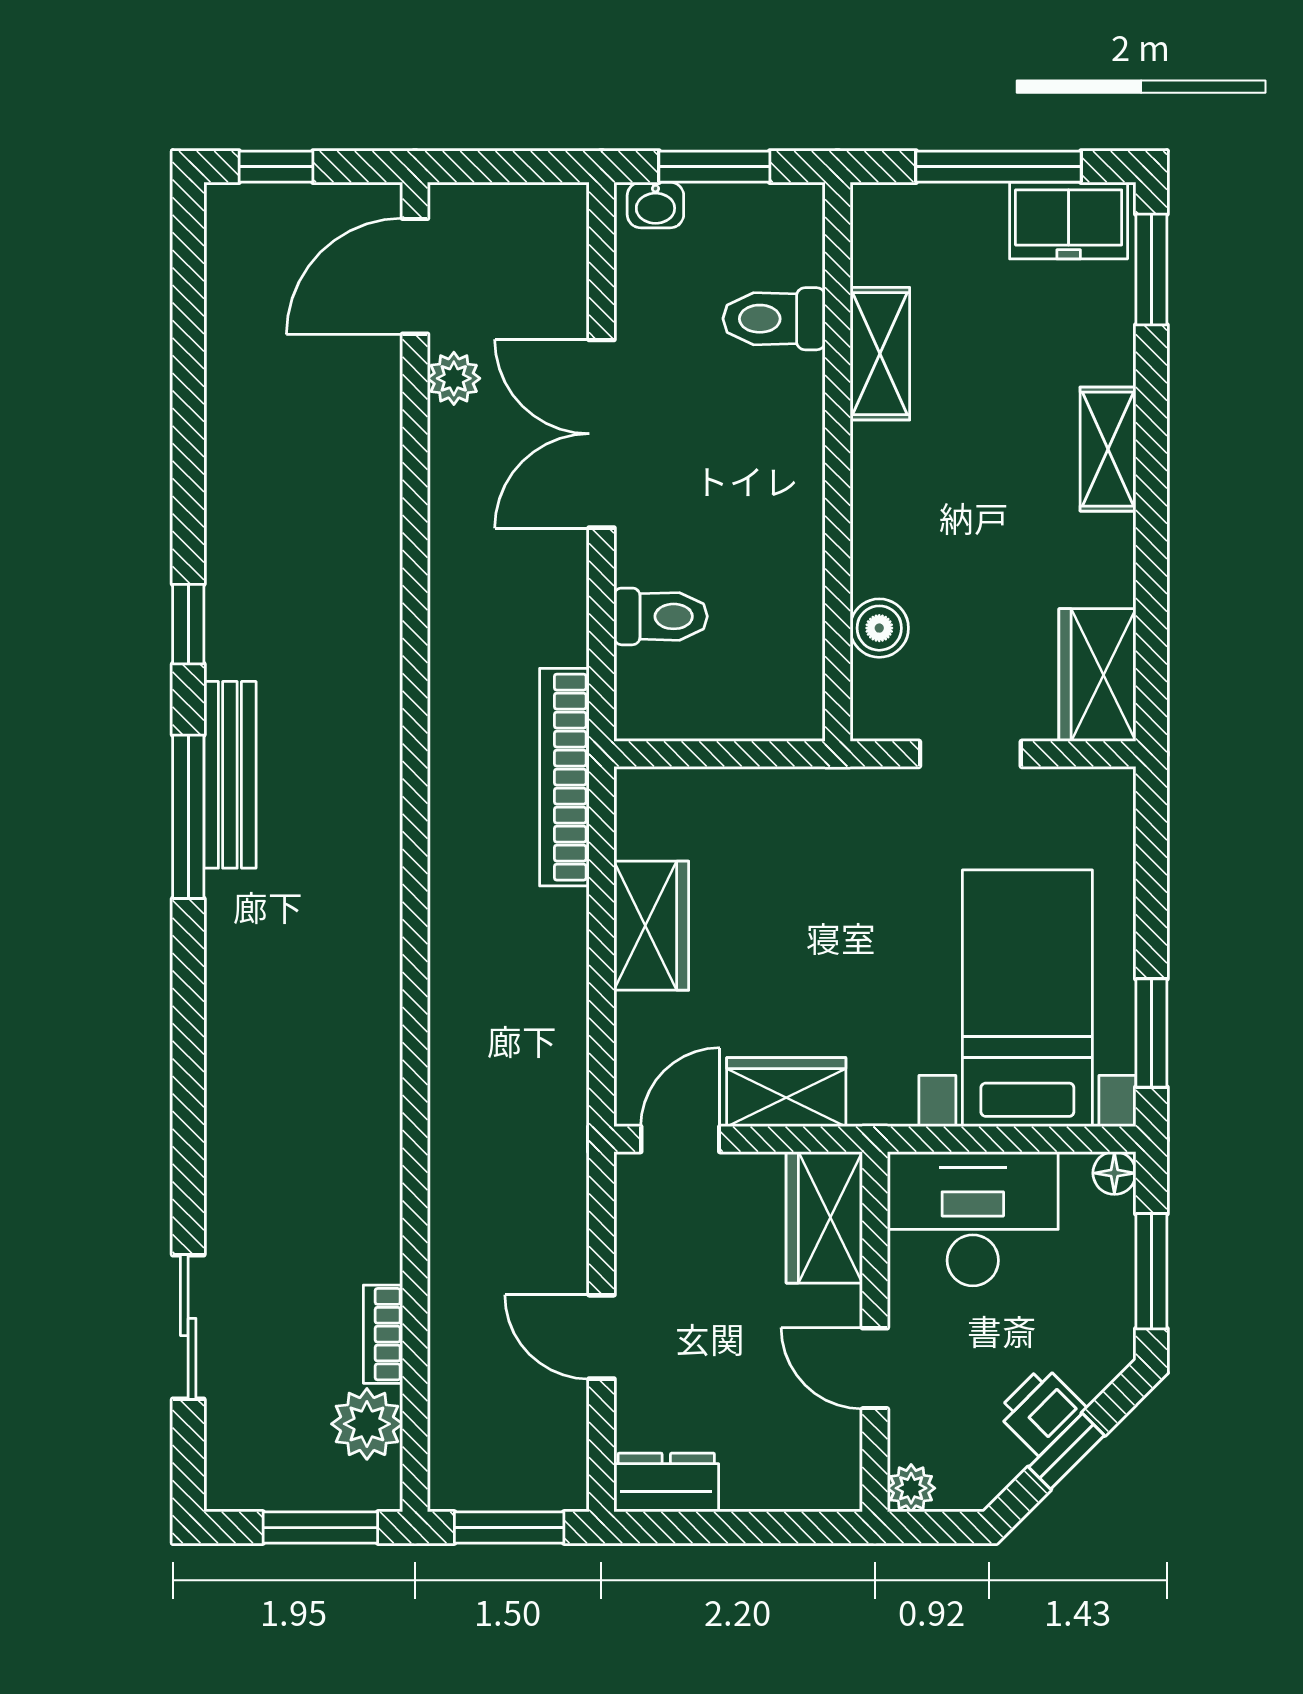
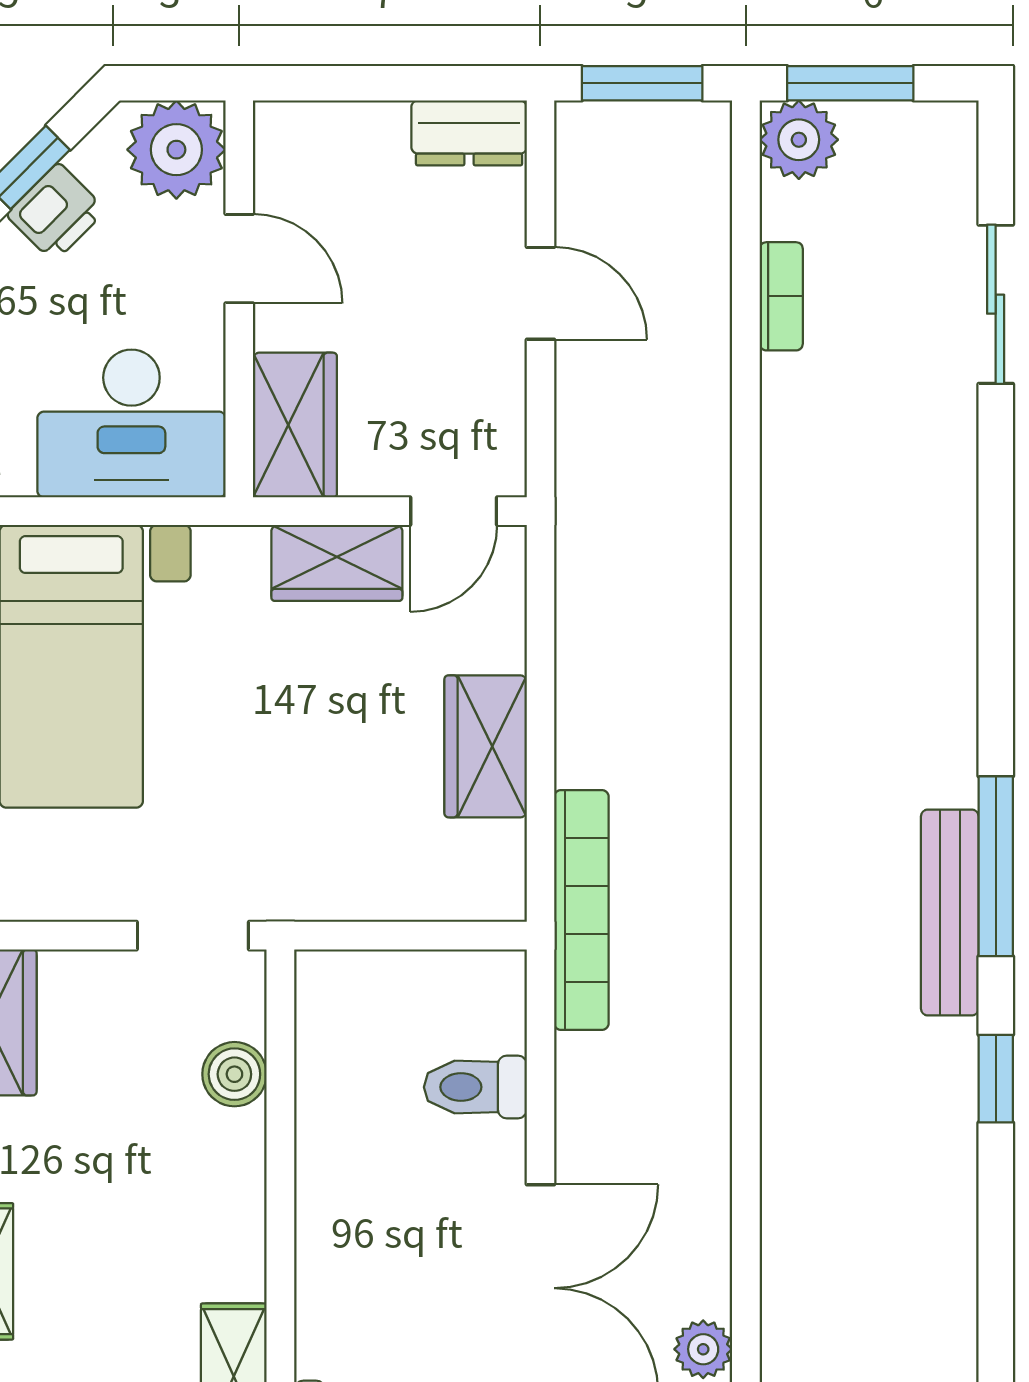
doorway: (970, 754) -> (193, 936), moved
plant: (367, 1424) -> (799, 140), moved
plant: (911, 1488) -> (176, 150), width x1.88, depth x1.88

